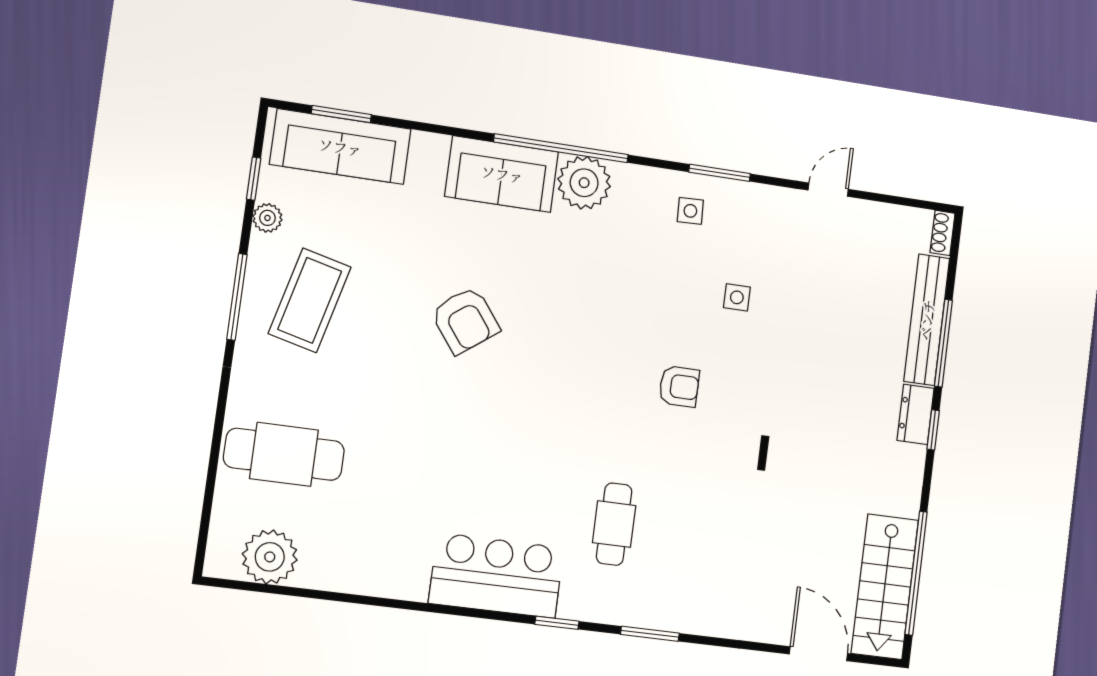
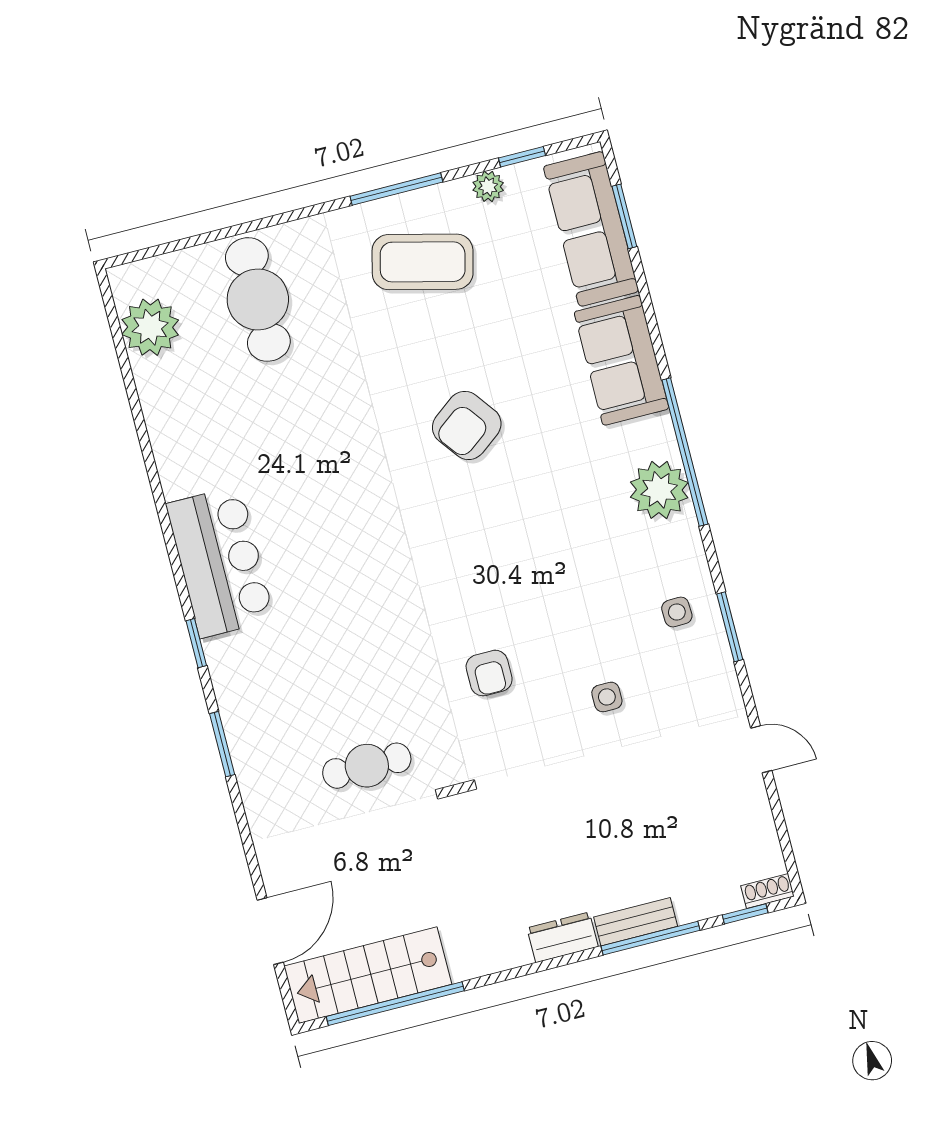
sofa: (502, 174) -> (621, 360), moved
bench: (927, 320) -> (636, 922), width x0.54, depth x0.82
window: (933, 430) -> (745, 914), moved
cafe table: (614, 524) -> (367, 766), moved

